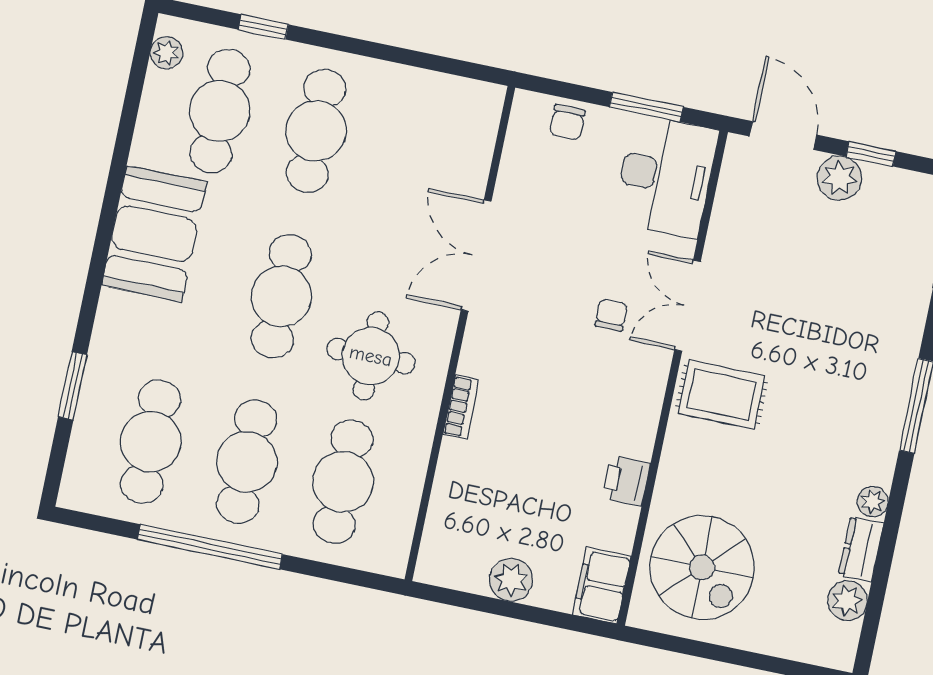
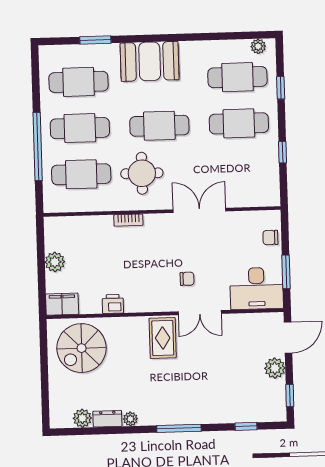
window: (397, 55) -> (283, 152), added
window: (871, 154) -> (290, 396), moved
booth: (154, 234) -> (150, 61), moved
double door: (688, 306) -> (200, 313), swing flipped
window: (210, 547) -> (38, 147), moved

